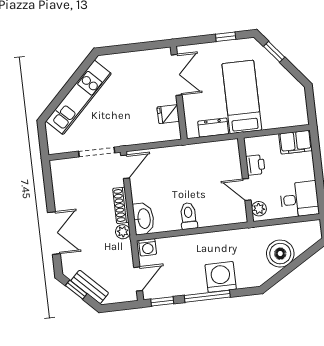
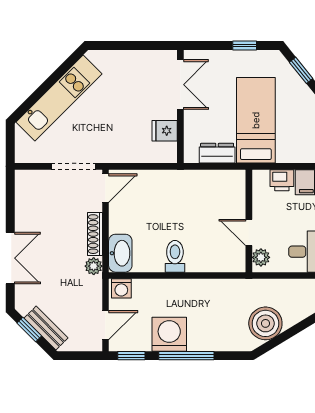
printer: (255, 165) -> (282, 180), moved, turned 90
boiler: (280, 254) -> (265, 323), moved
washing machine: (221, 277) -> (169, 334), moved

